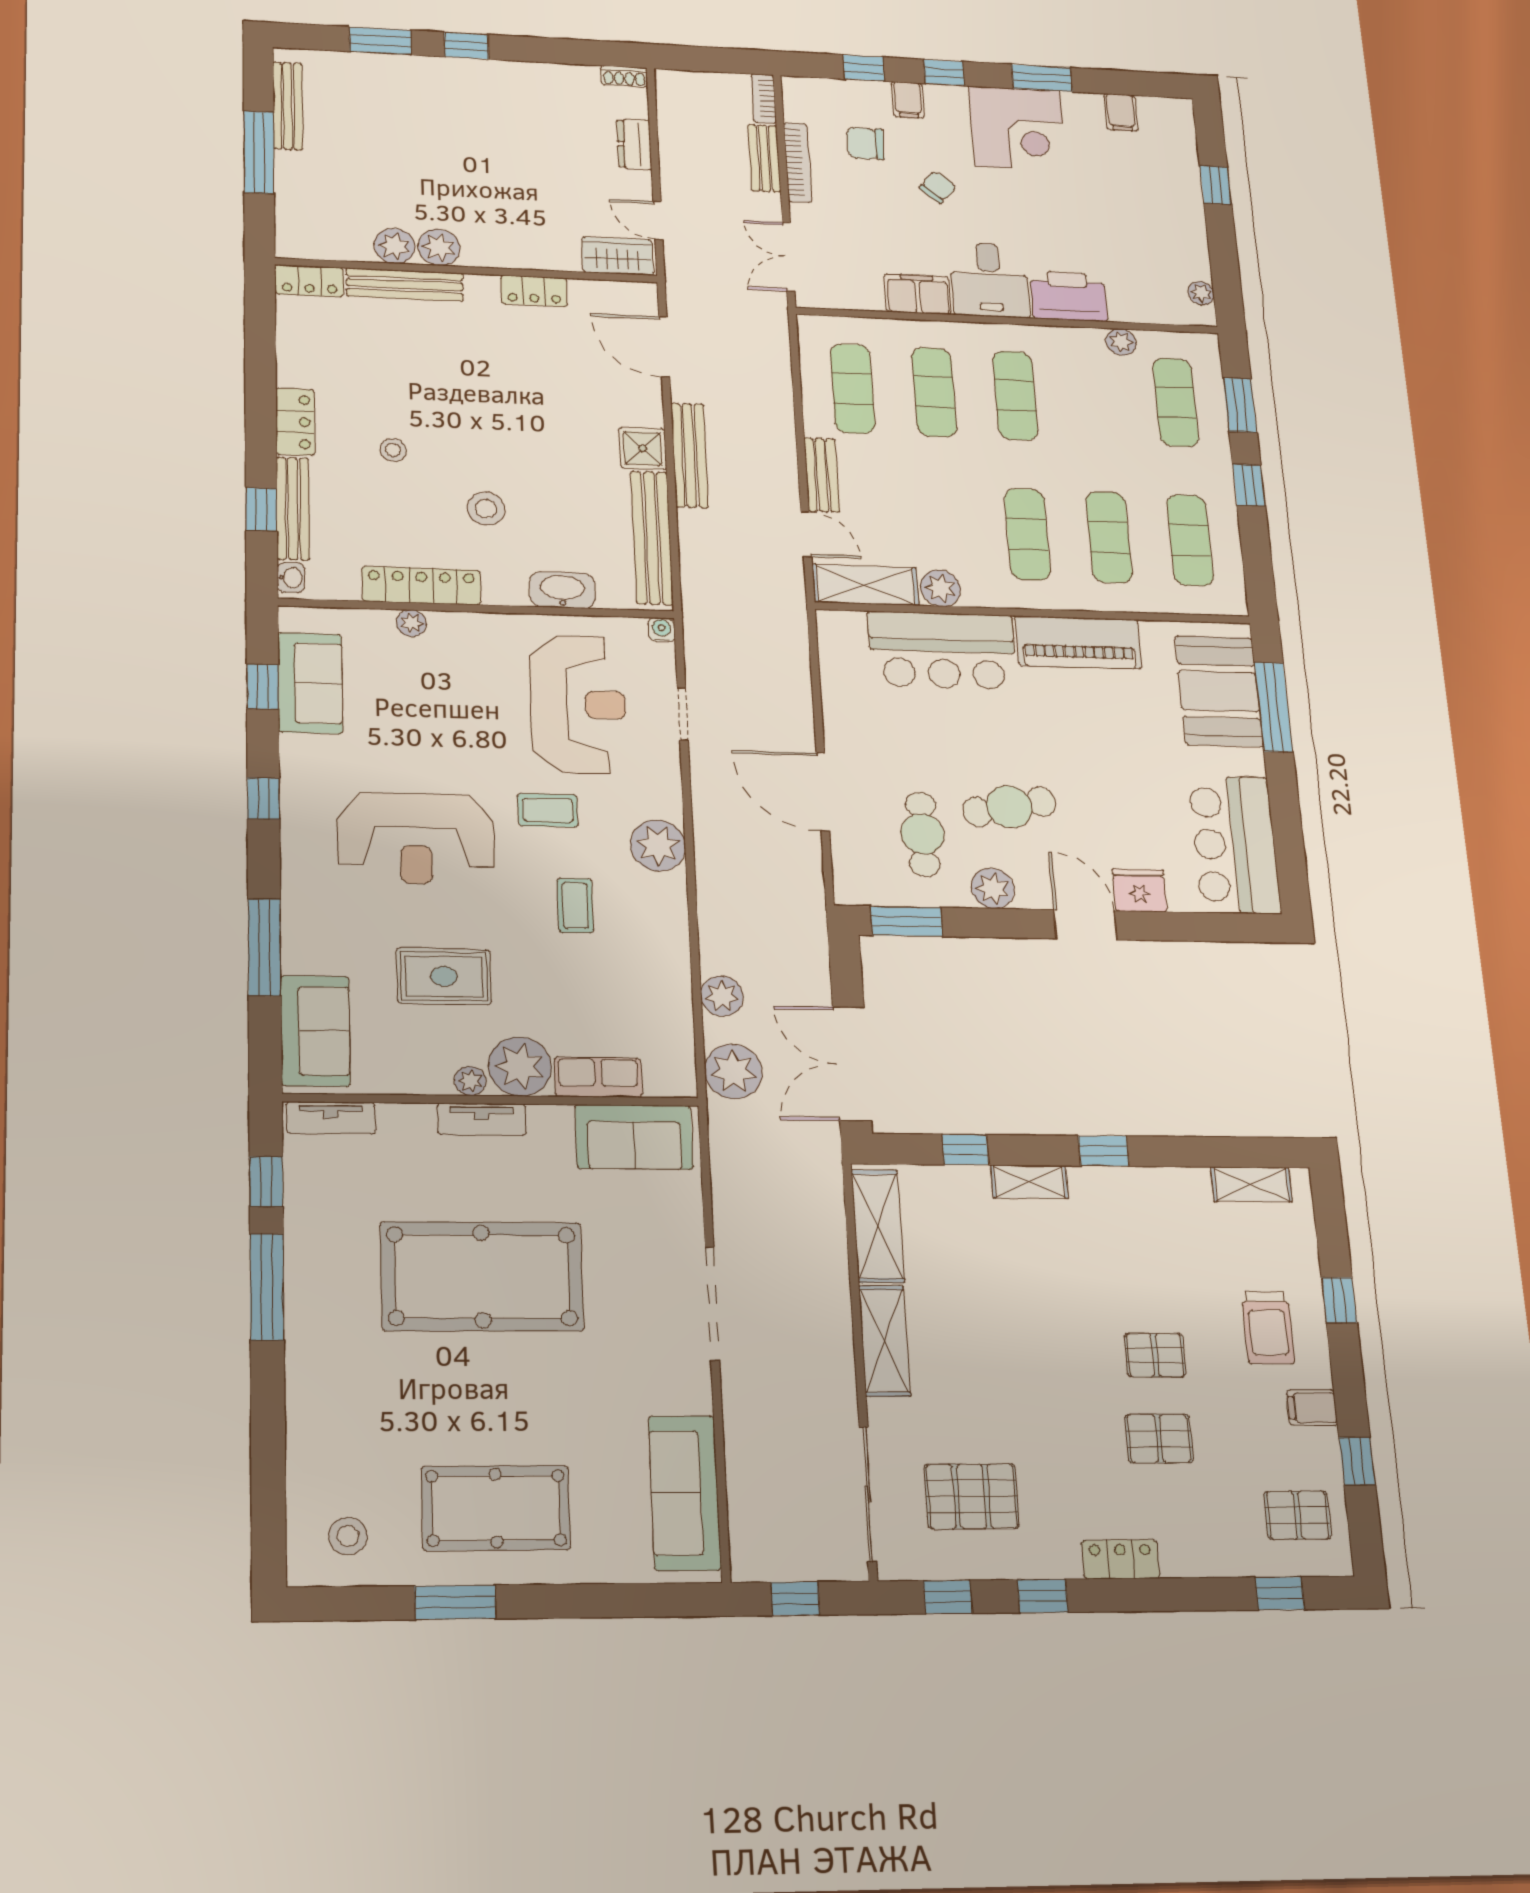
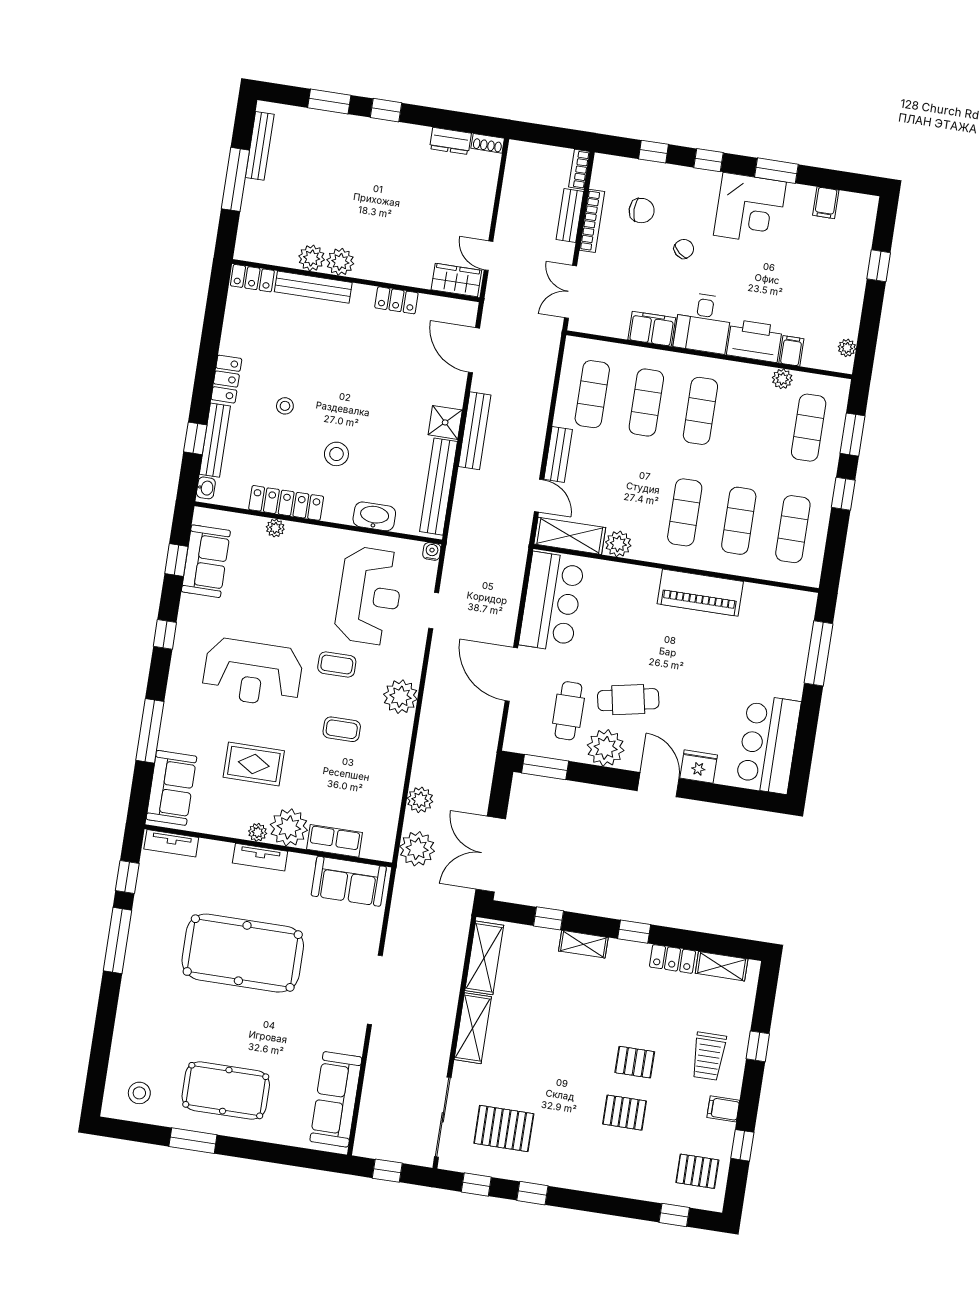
filing cabinet: (908, 100) -> (791, 351), moved, turned 180
dresser: (634, 144) -> (450, 141), moved, turned -90
chair: (865, 144) -> (642, 211), turned 180
bar counter: (942, 650) -> (552, 602), moved, turned -90
booth: (1219, 691) -> (785, 638), removed
plant: (993, 888) -> (606, 748), width x1.36, depth x1.36
coffee table: (575, 906) -> (342, 729), turned 90
locker: (1121, 1559) -> (673, 959), moved, turned 180

